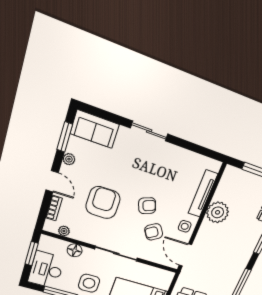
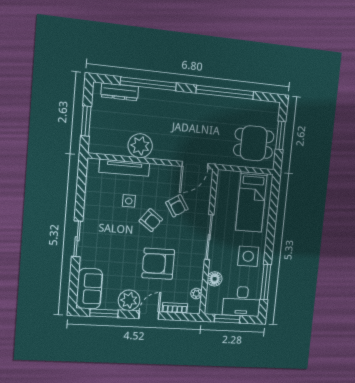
plant: (69, 159) -> (129, 300), width x1.88, depth x1.88
armchair: (147, 206) -> (151, 220), turned 148
side table: (185, 226) -> (129, 201), moved

